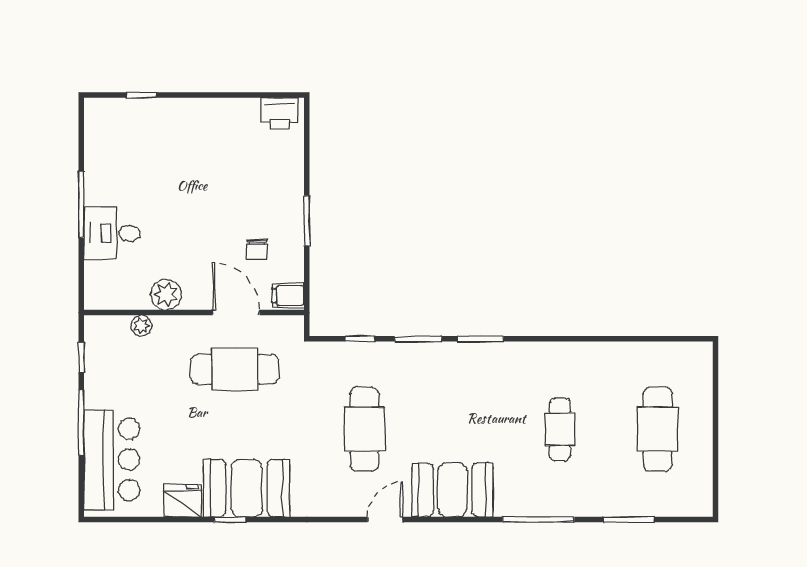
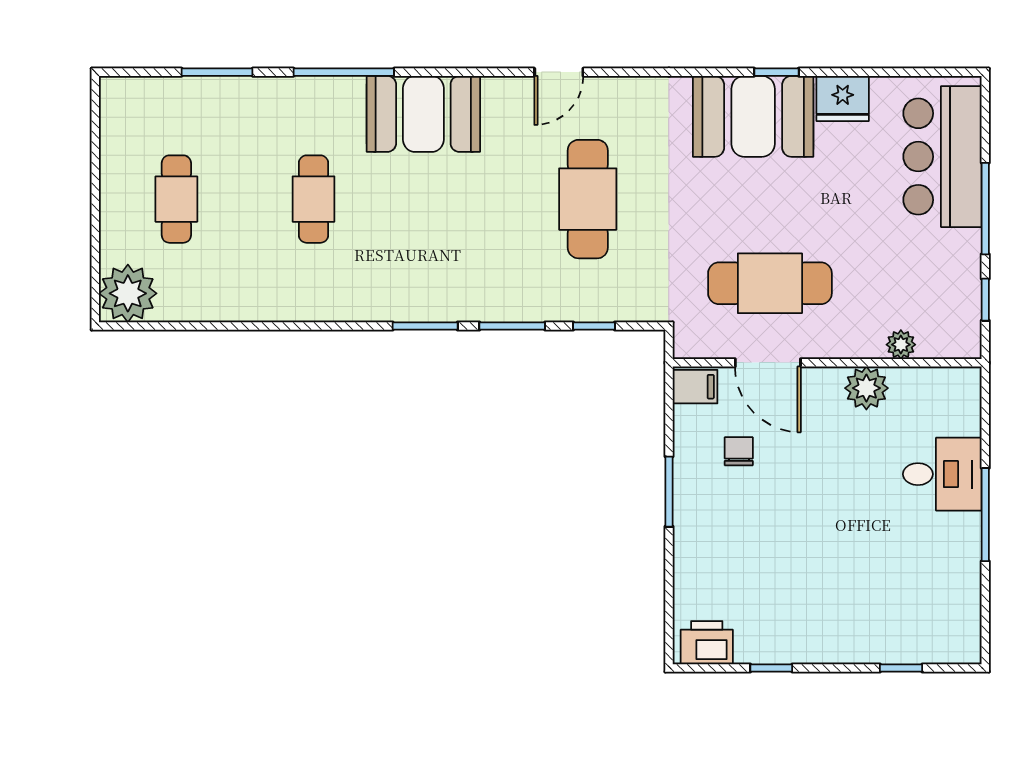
window: (234, 95) -> (771, 668), added
plant: (692, 362) -> (128, 293), added
cafe table: (658, 429) -> (176, 199), width x0.73, depth x0.74
booth: (453, 490) -> (423, 114), moved

